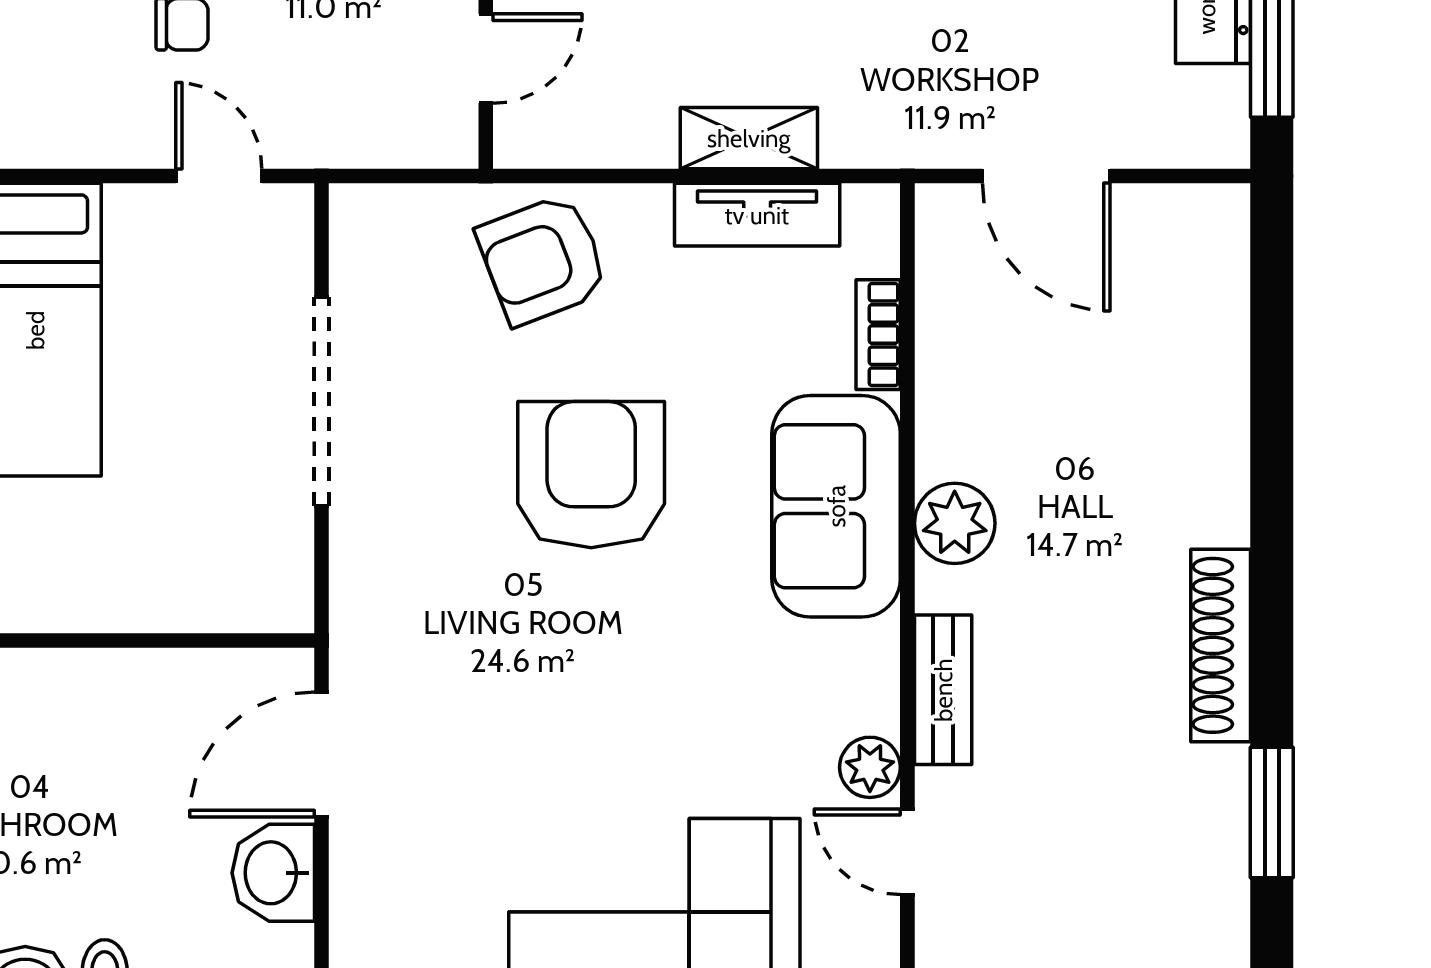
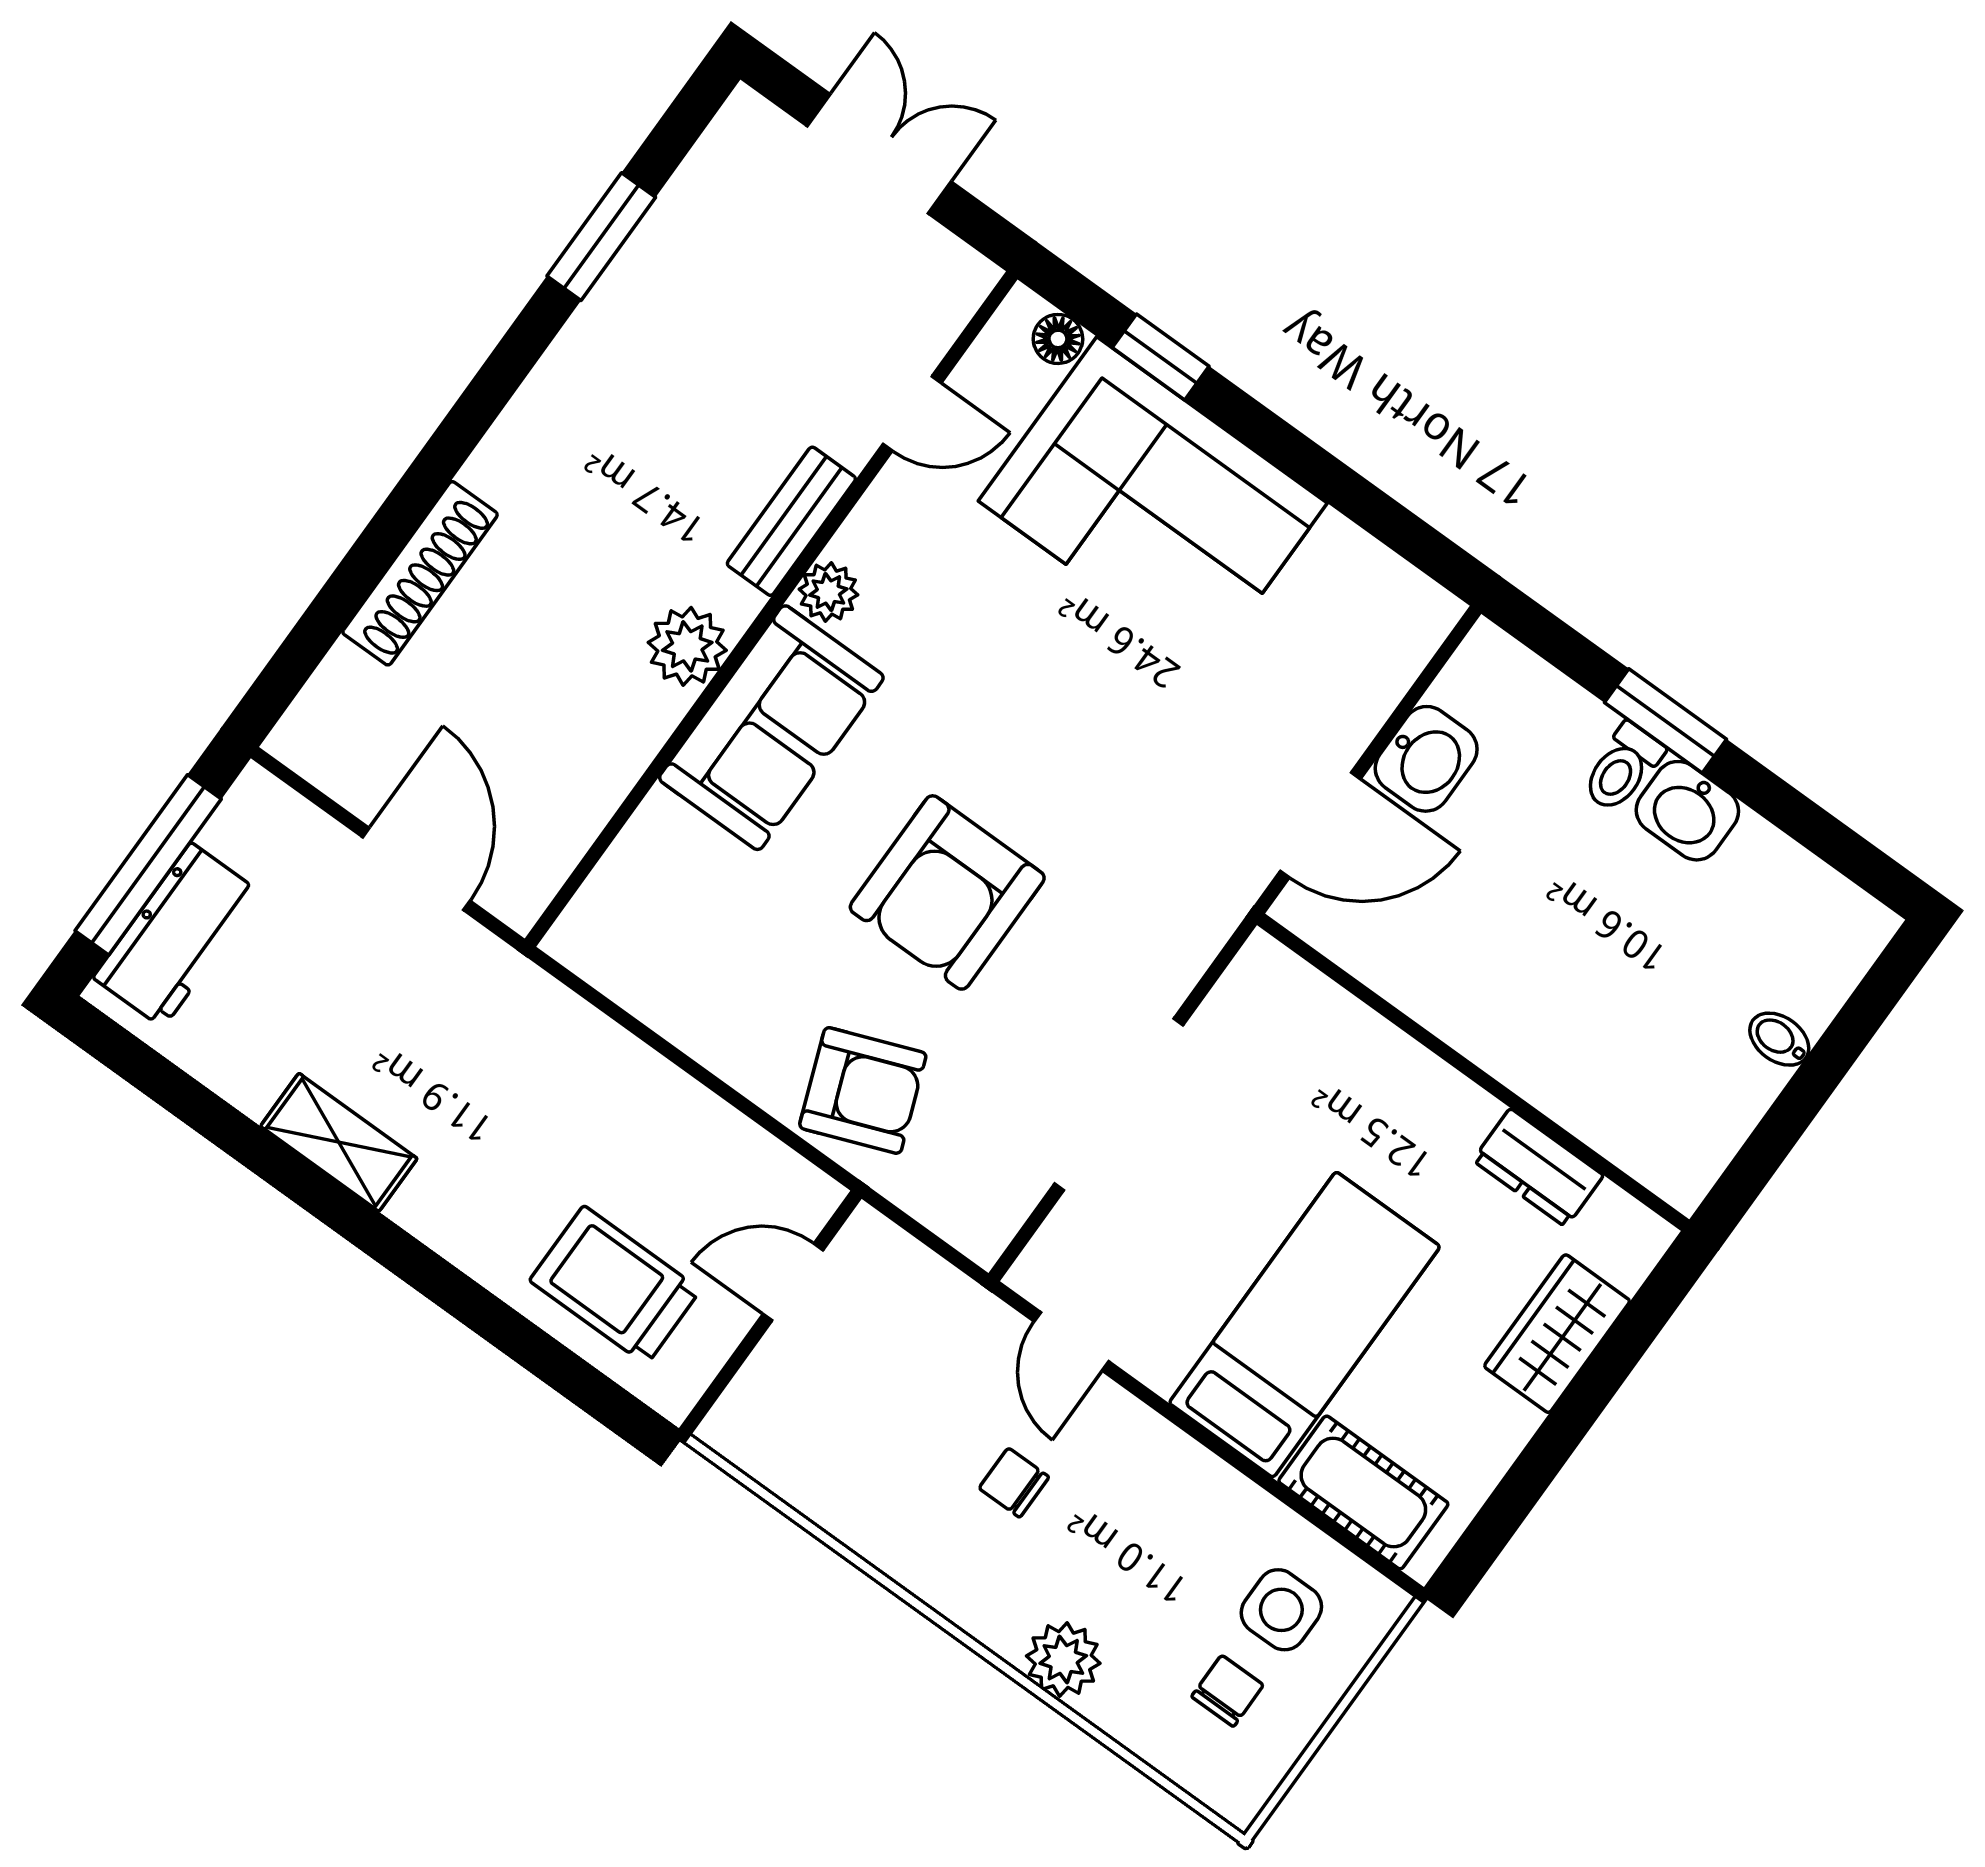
shelving: (749, 138) -> (630, 1069), removed
tv unit: (757, 215) -> (667, 1004), removed
bookcase: (878, 335) -> (640, 840), removed
shoe rack: (1221, 645) -> (420, 573), moved
plant: (870, 767) -> (828, 592), moved
door: (907, 852) -> (912, 414), hinge flipped

